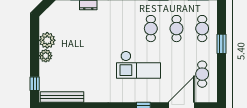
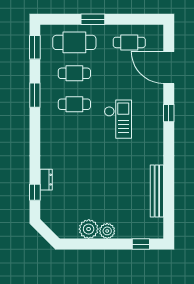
cafe table: (202, 29) -> (74, 42), width x1.37, depth x1.35
checkout: (139, 65) -> (118, 119), width x0.73, depth x0.83
bench: (62, 97) -> (157, 191), moved

